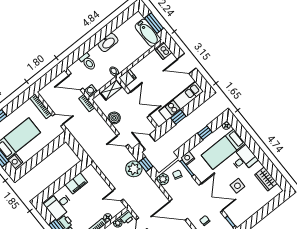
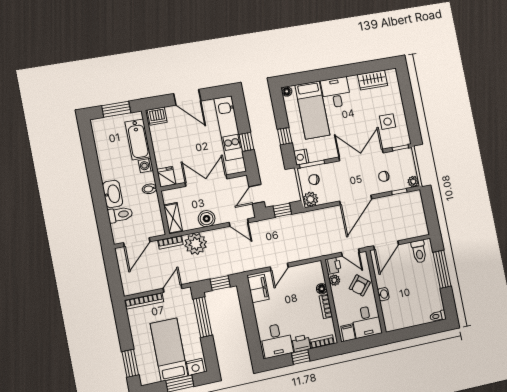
bathtub: (148, 33) -> (138, 139), moved, turned 90
washbasin: (108, 42) -> (113, 194), moved
door: (187, 64) -> (187, 97), hinge flipped
shelving: (111, 90) -> (173, 218), moved
washing machine: (91, 91) -> (146, 165), moved
window: (205, 133) -> (285, 136), moved
door: (123, 140) -> (239, 223), hinge flipped
window: (49, 149) -> (203, 317), added
window: (77, 149) -> (220, 283), added
plant: (134, 169) -> (196, 244), moved
filing cabinet: (76, 183) -> (258, 288), moved
side table: (237, 186) -> (388, 122), moved
door: (118, 195) -> (279, 267), moved

